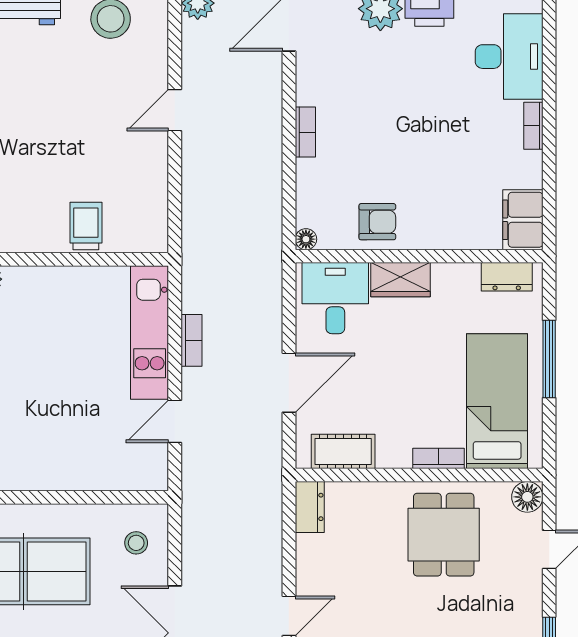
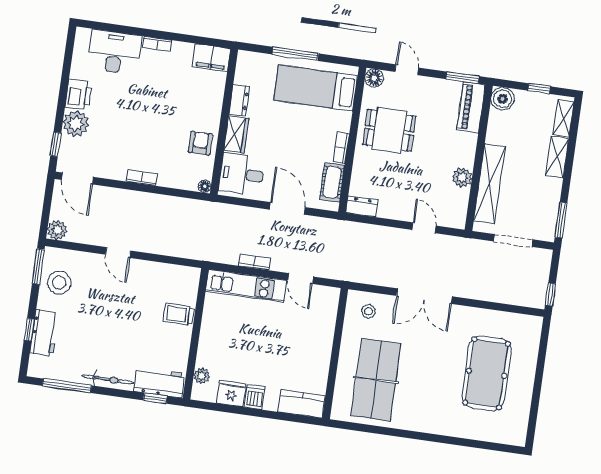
dresser: (507, 277) -> (239, 100), moved
bookcase: (438, 458) -> (341, 148), moved

